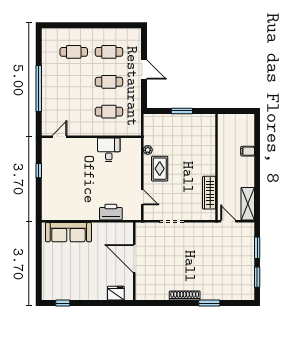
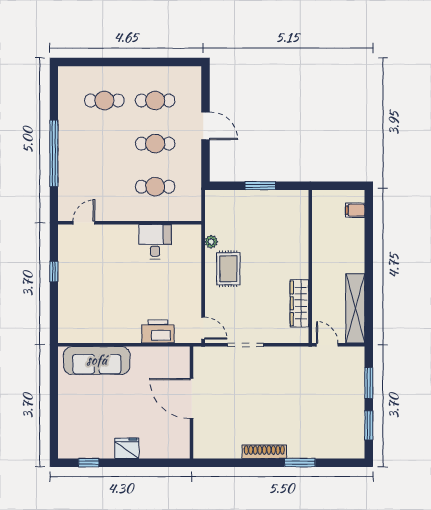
filing cabinet: (248, 151) -> (355, 210), moved
door: (142, 197) -> (203, 328), moved
shelving: (248, 204) -> (355, 308), width x1.47
fridge: (116, 293) -> (127, 448), moved

